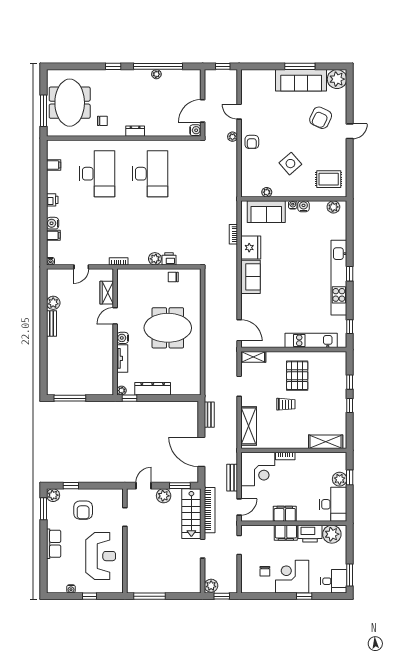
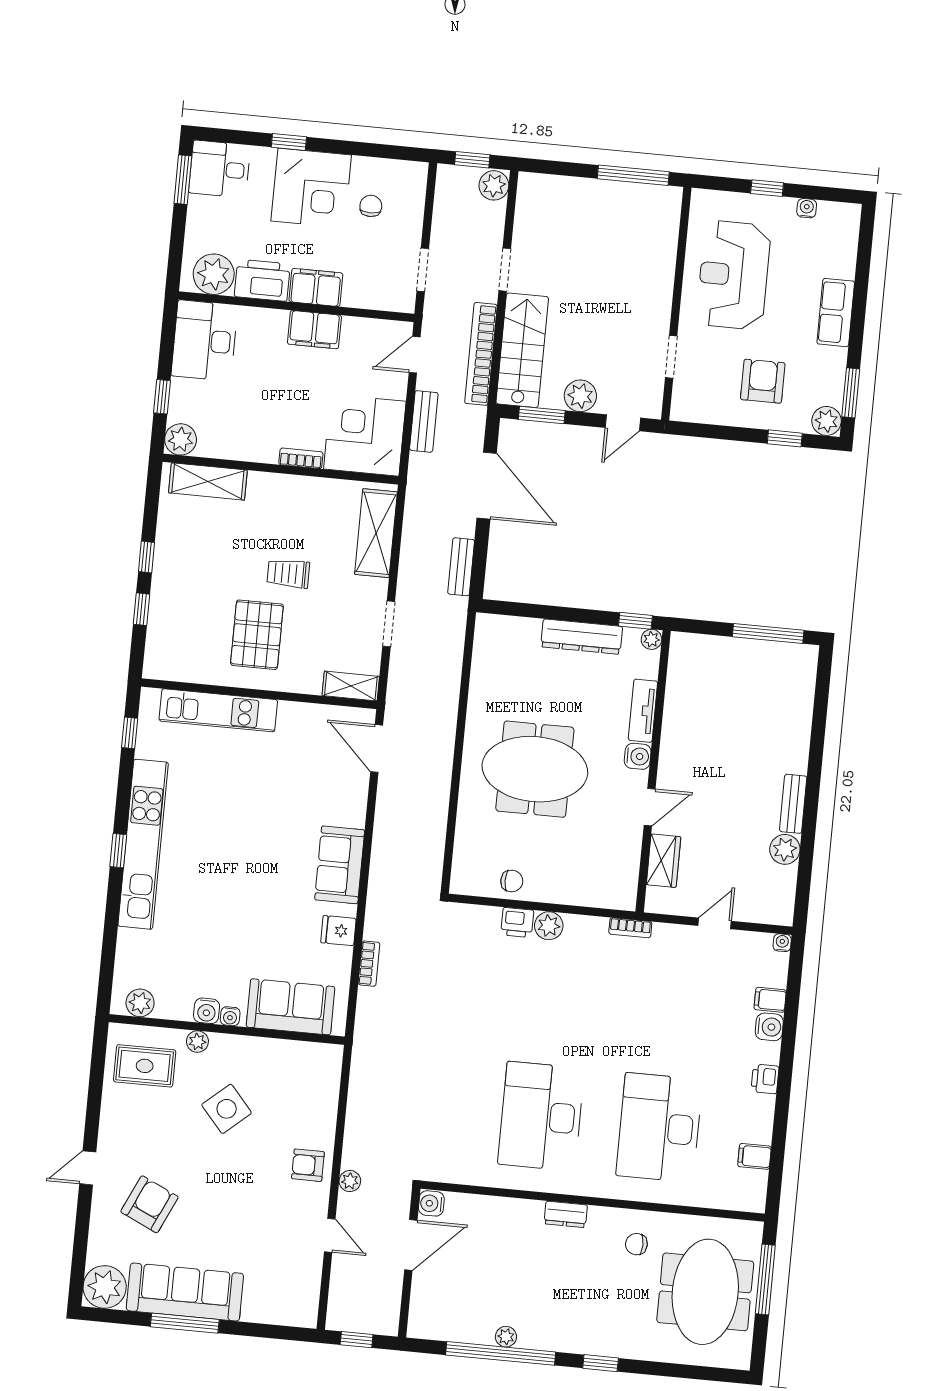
armchair: (252, 142) -> (308, 1165), turned -90
plant: (267, 192) -> (197, 1042), moved
fridge: (251, 248) -> (338, 931), width x0.53, depth x0.75
plant: (340, 479) -> (181, 439), moved

